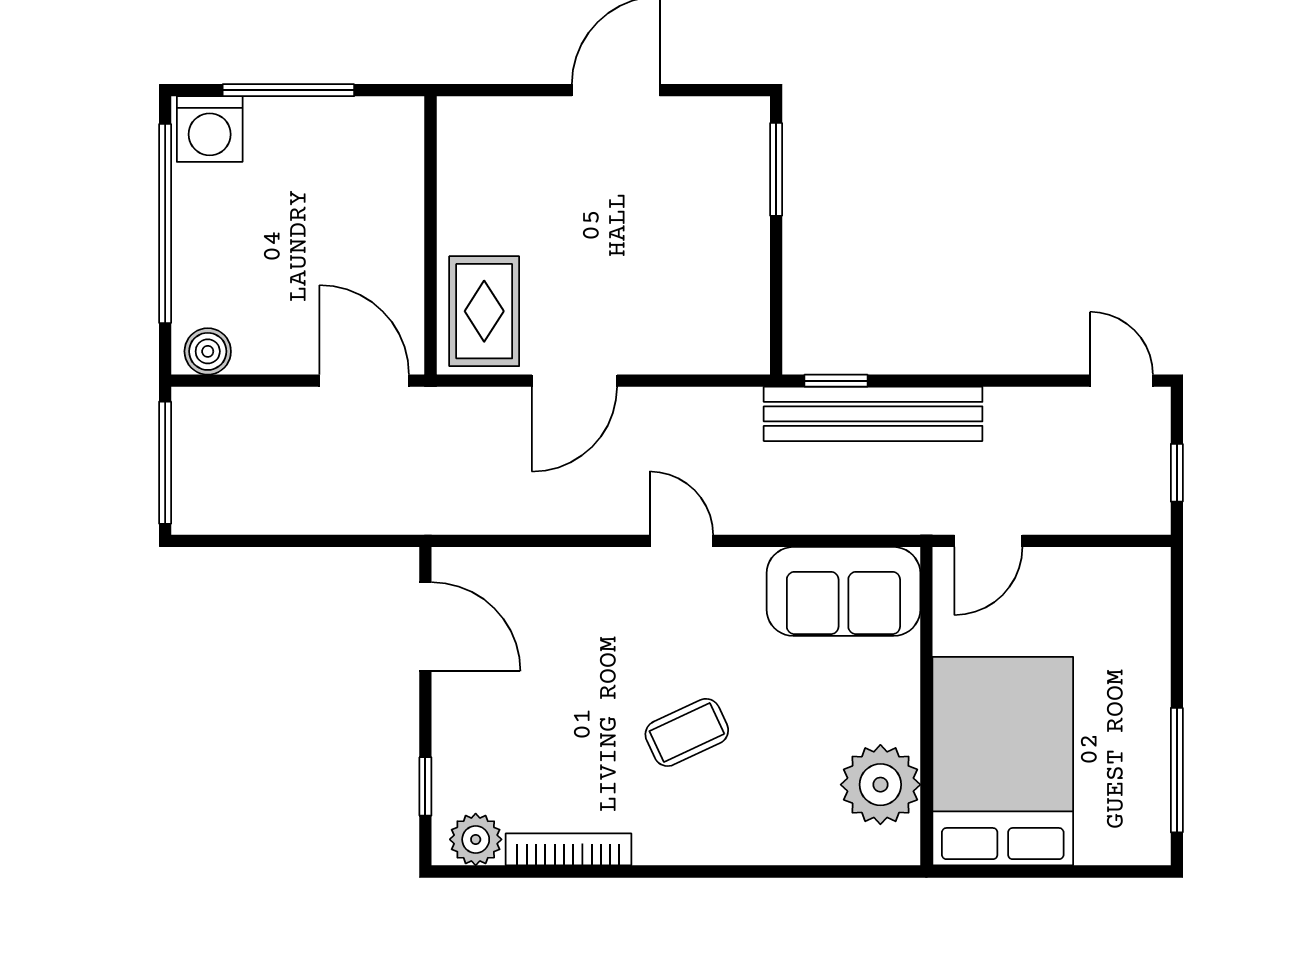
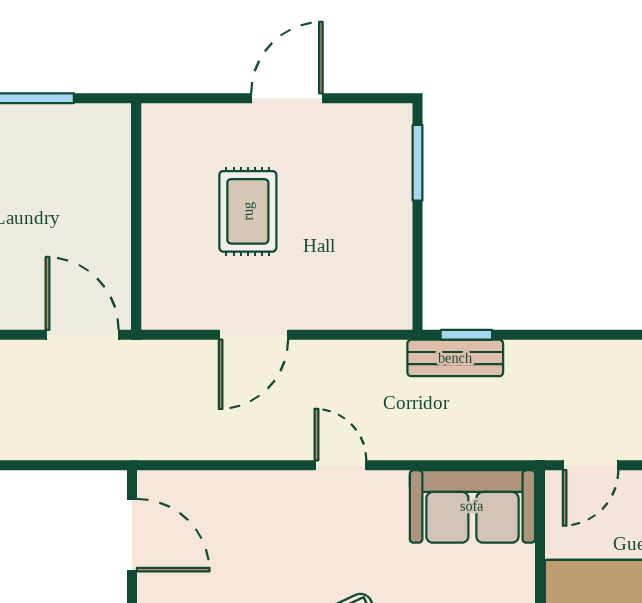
rug: (484, 311) -> (248, 211), moved
bench: (873, 414) -> (455, 358), width x0.54, depth x0.82

